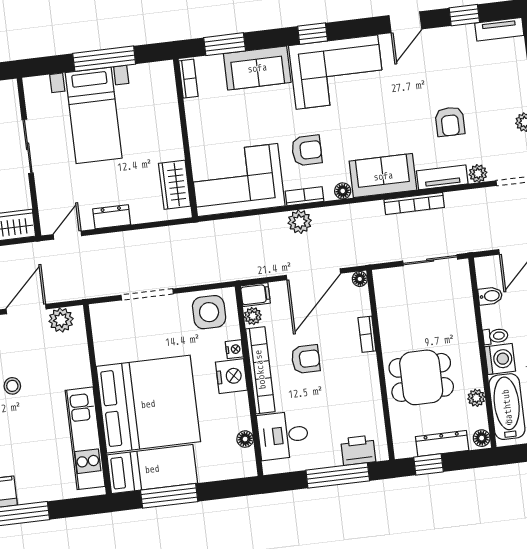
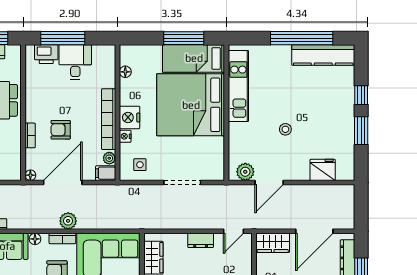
side table: (209, 312) -> (140, 165), width x0.54, depth x0.54
armchair: (306, 359) -> (61, 130), moved
desk: (283, 435) -> (75, 62), moved, turned -90

